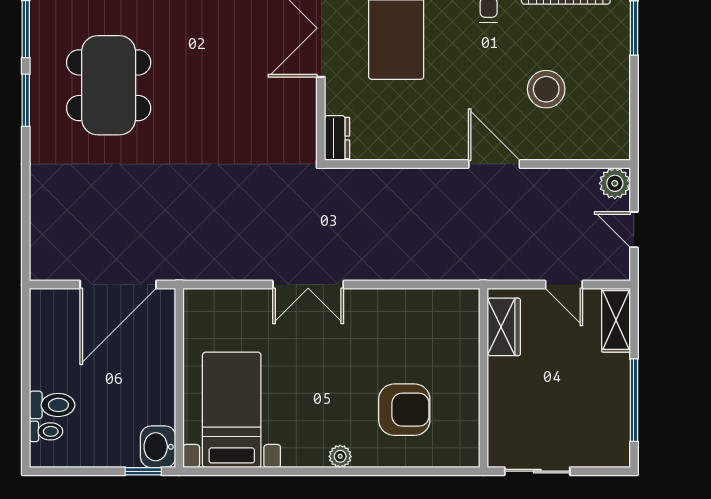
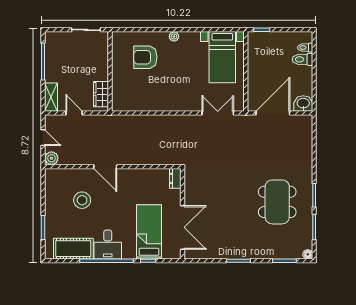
double door: (308, 285) -> (218, 113), moved
washbasin: (158, 447) -> (303, 104), moved, turned -90

